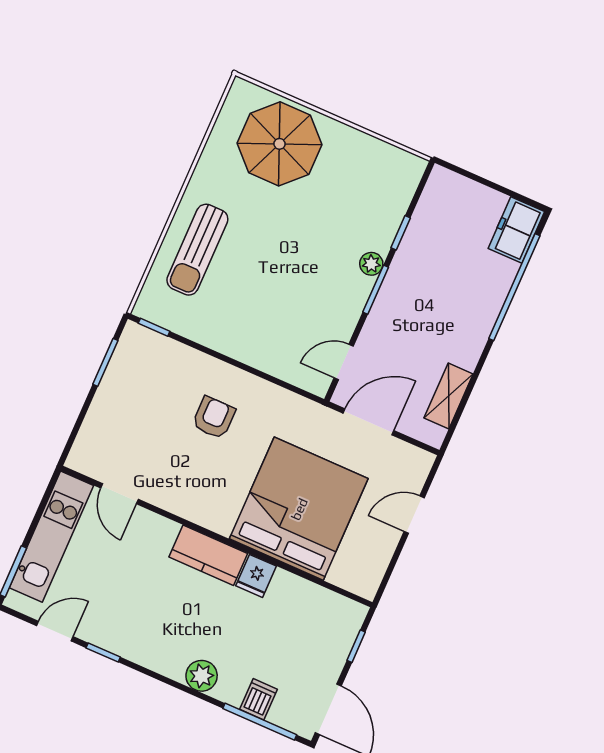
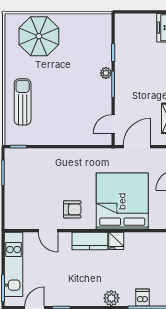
sun lounger: (197, 250) -> (23, 102), turned 180
armchair: (214, 418) -> (72, 209), moved, turned 90
door: (119, 494) -> (48, 231), moved

